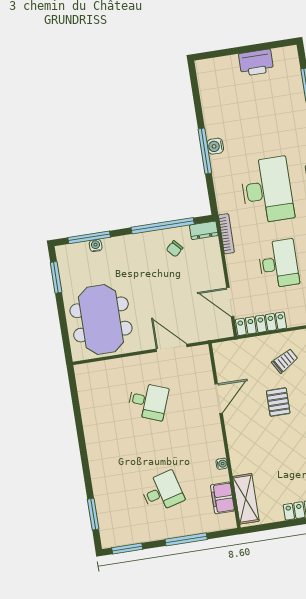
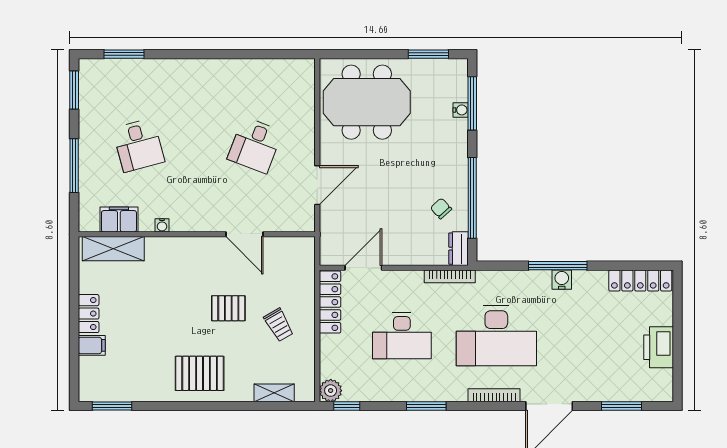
locker: (206, 85) -> (640, 281), added

